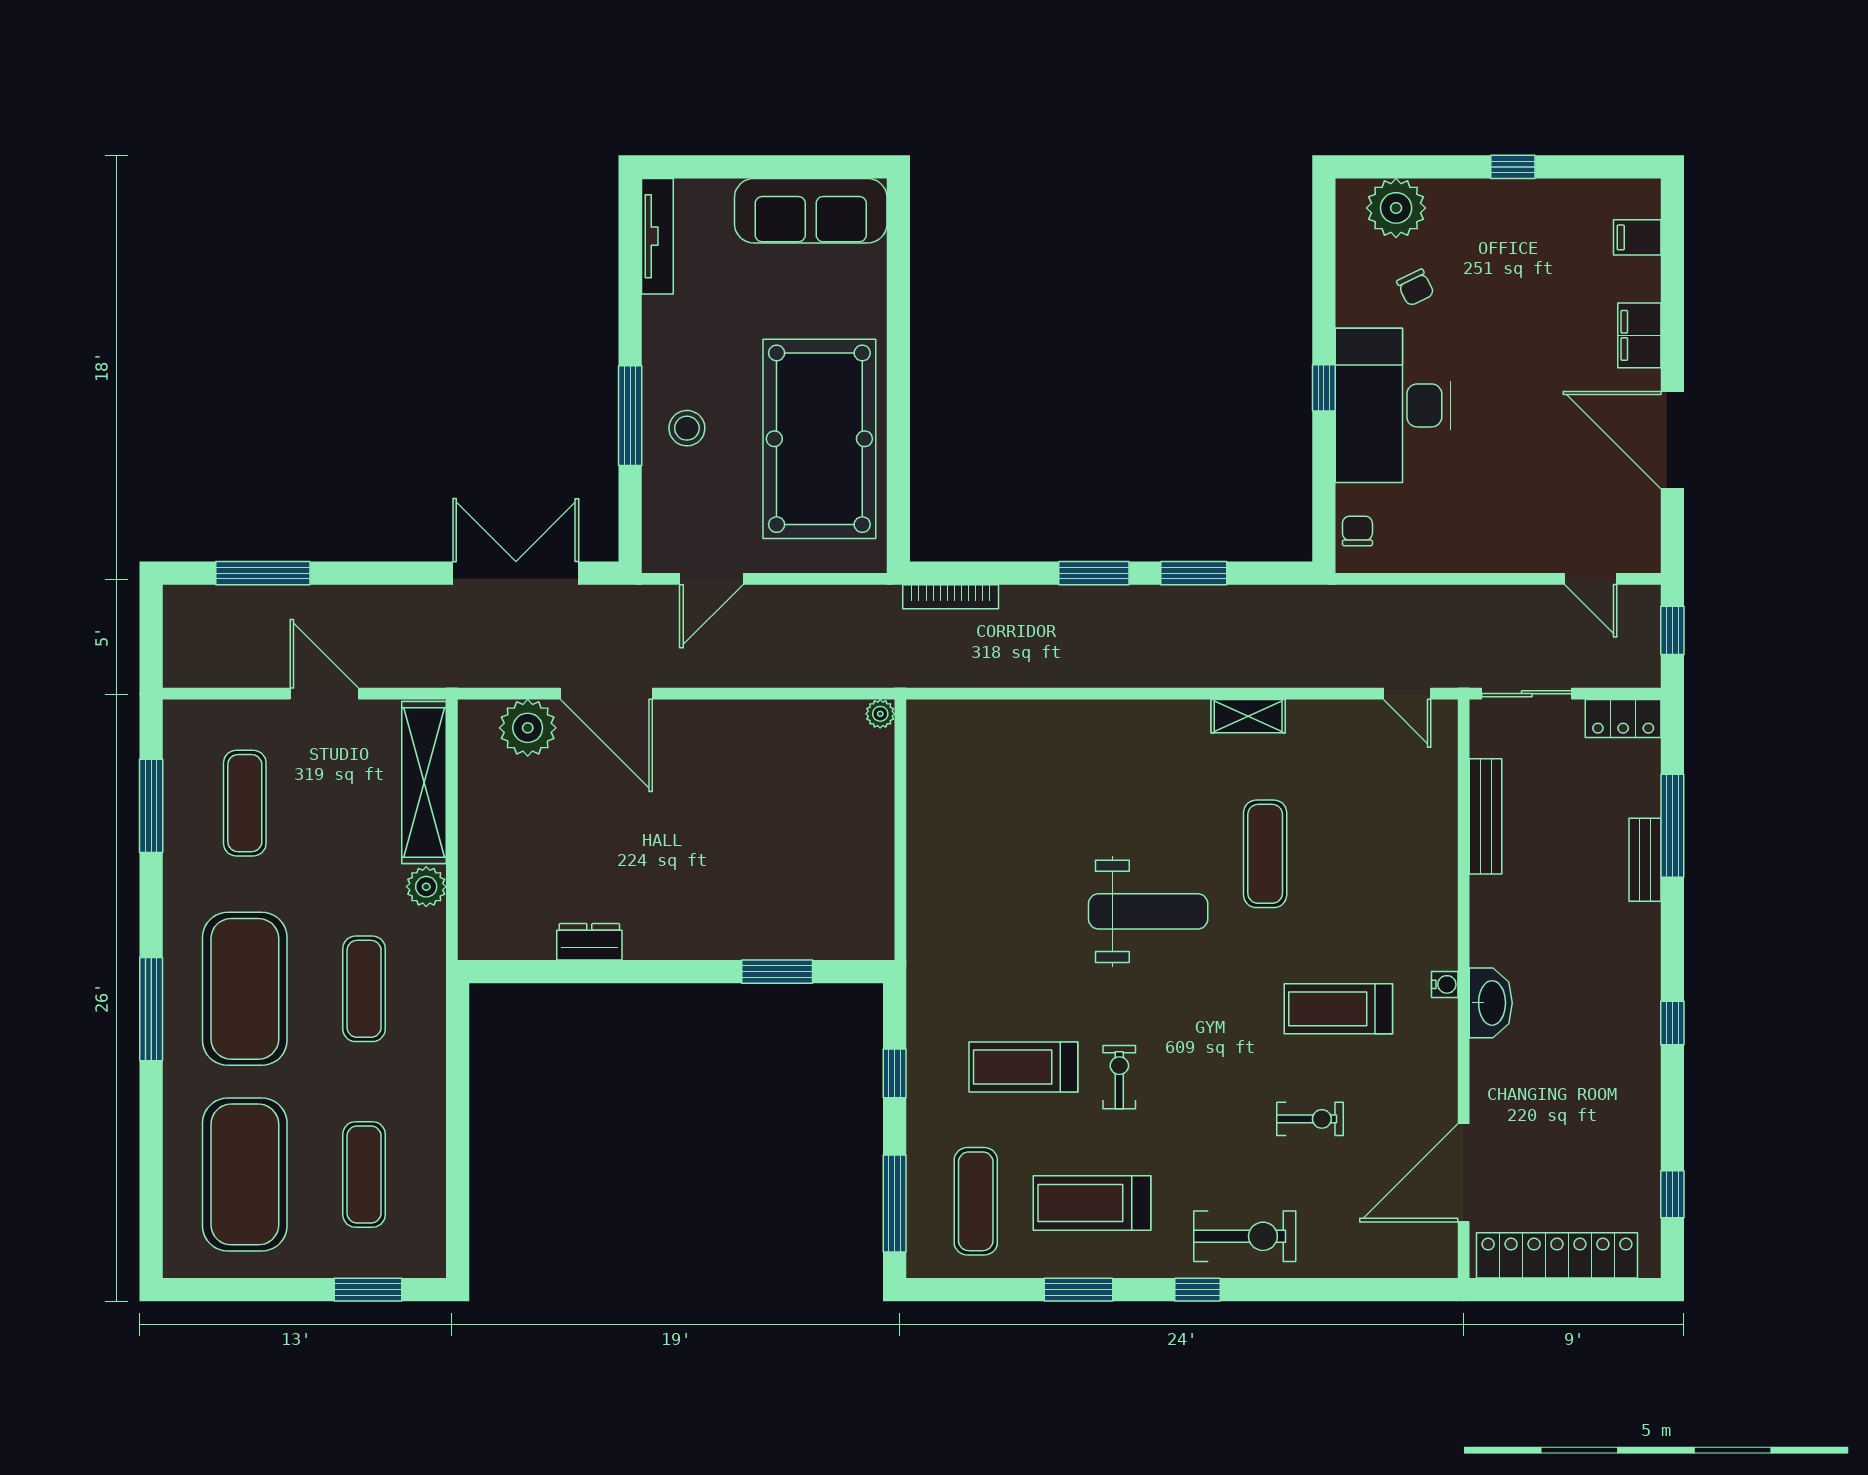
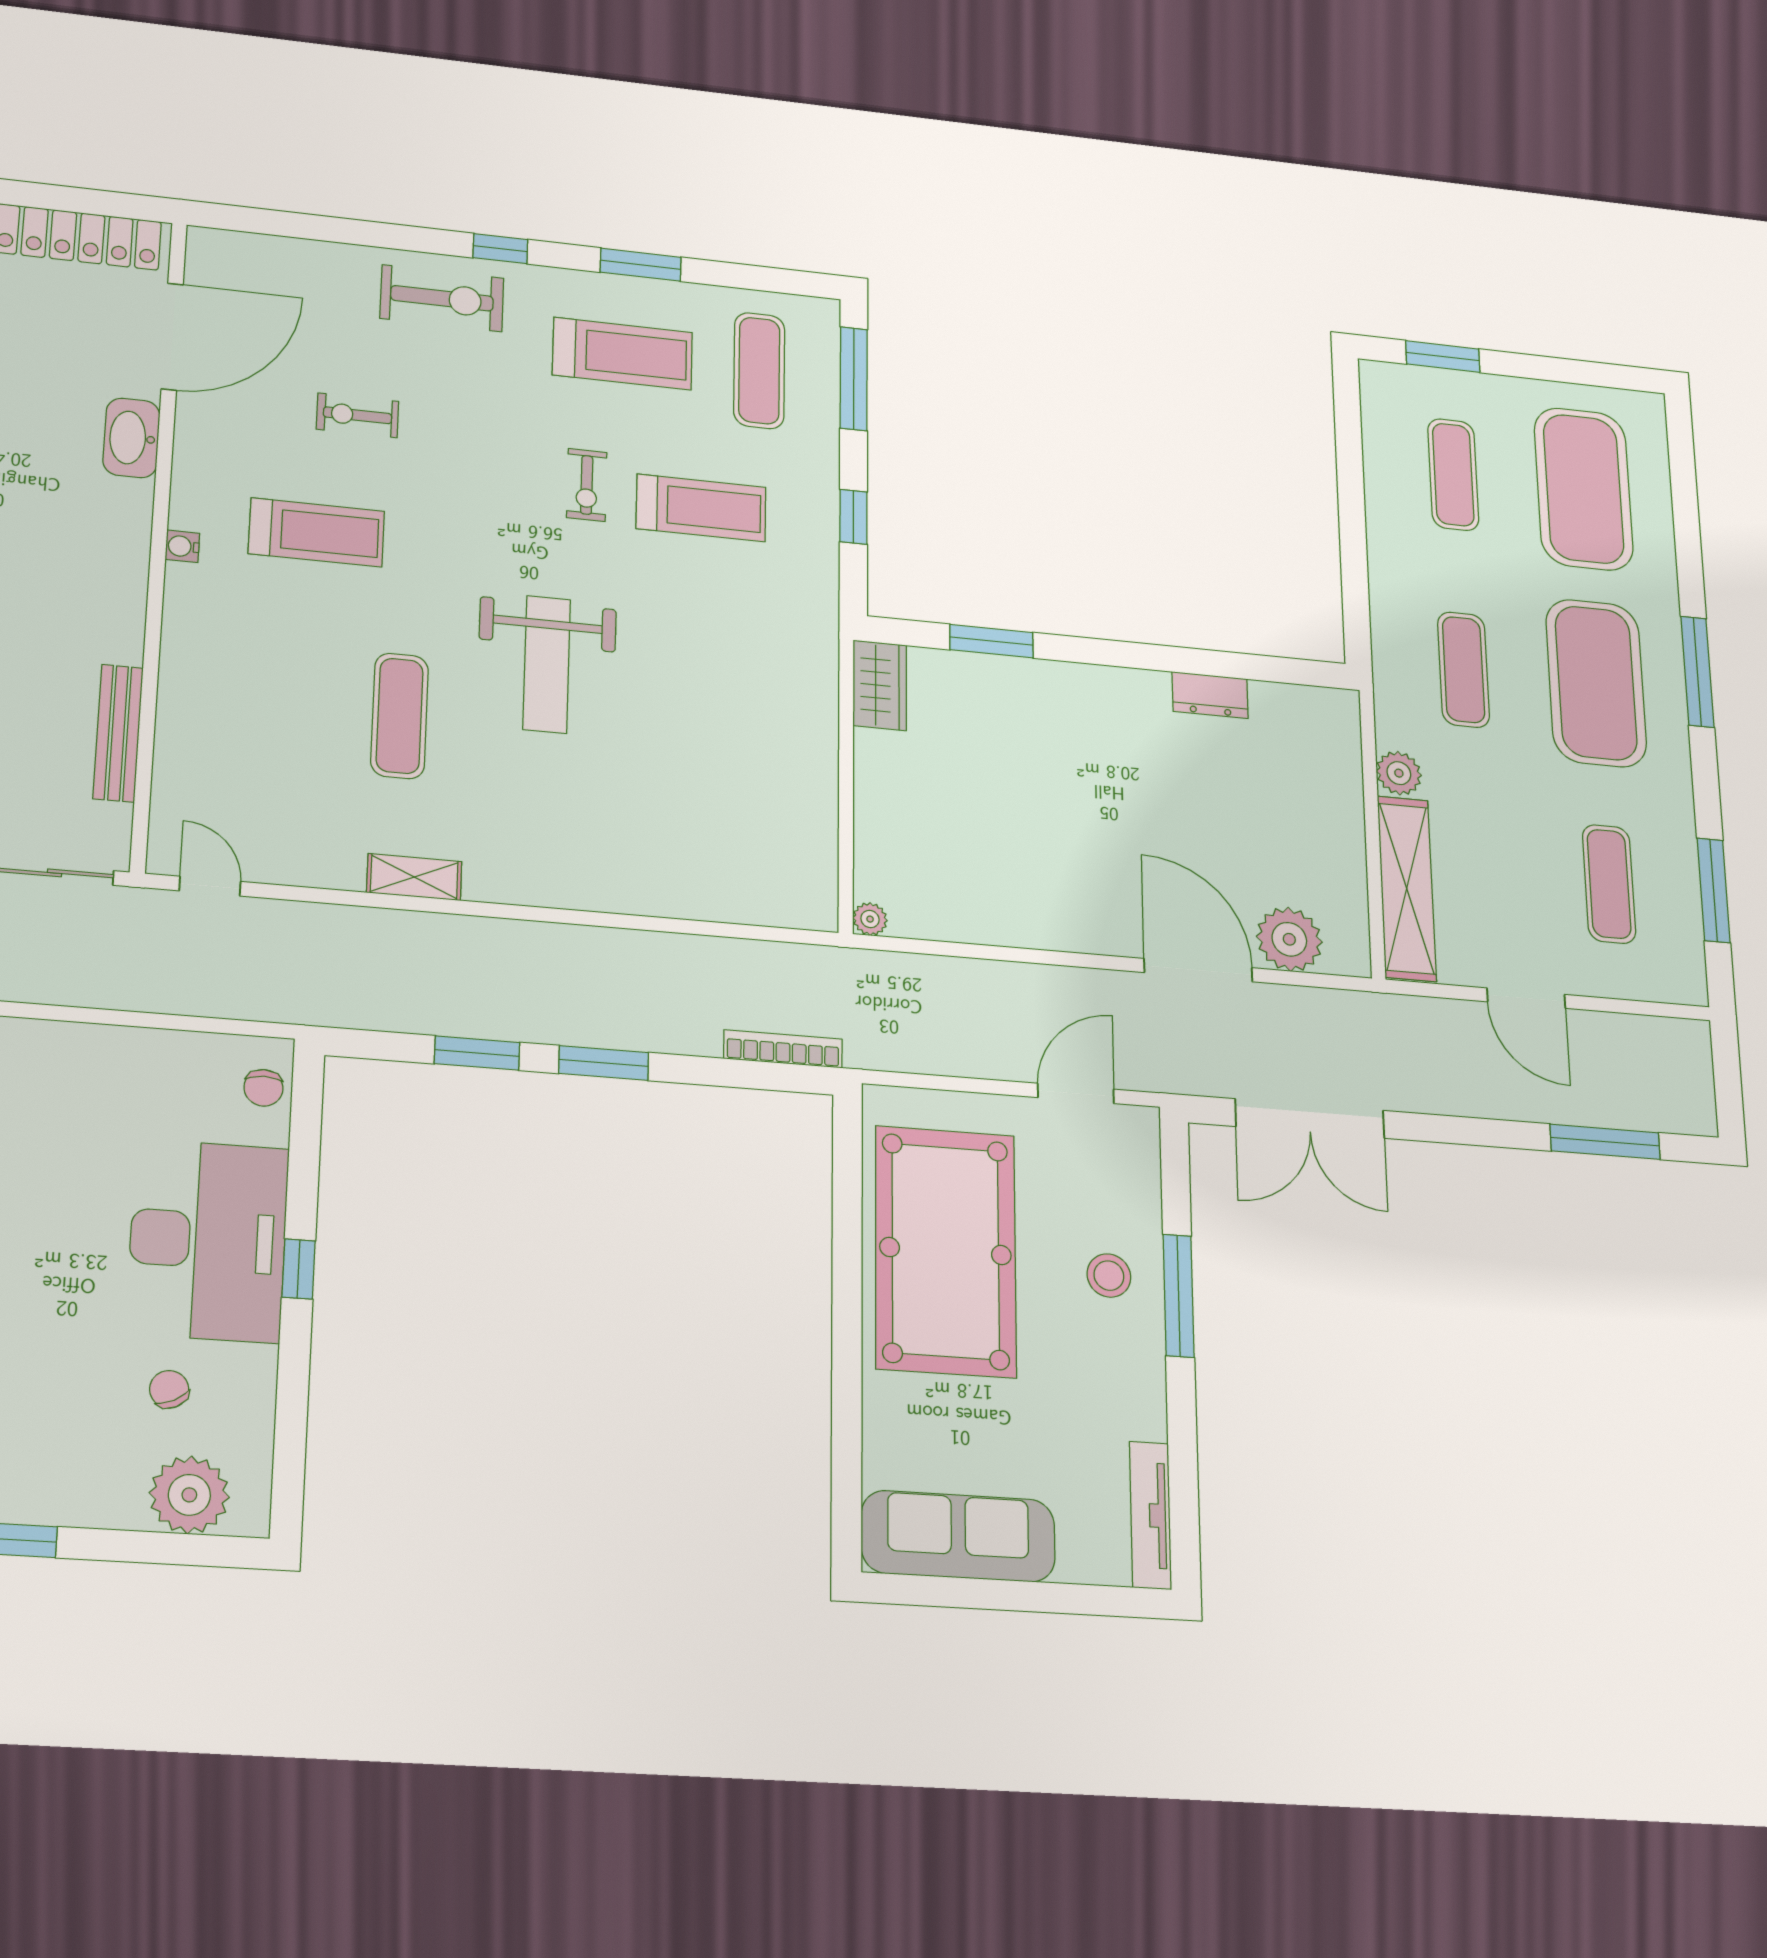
weight bench: (1148, 911) -> (547, 664), turned -90
wardrobe: (872, 921) -> (880, 685), added
washbasin: (1491, 1003) -> (131, 438), moved
exercise bike: (1245, 1236) -> (442, 298), turned 180

